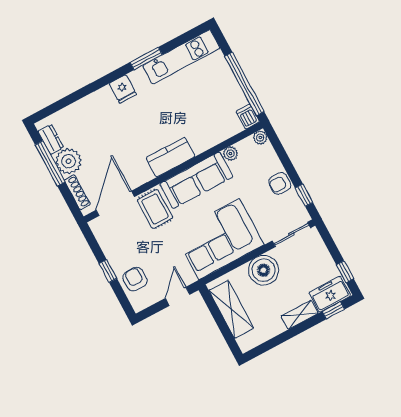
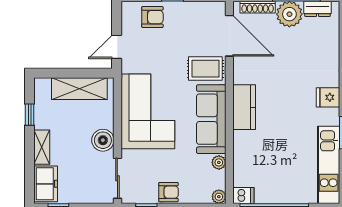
armchair: (280, 183) -> (168, 192), turned 90
boiler: (264, 270) -> (103, 140), width x0.73, depth x0.73
door: (178, 296) -> (117, 47), swing flipped
window: (333, 310) -> (30, 115), moved

